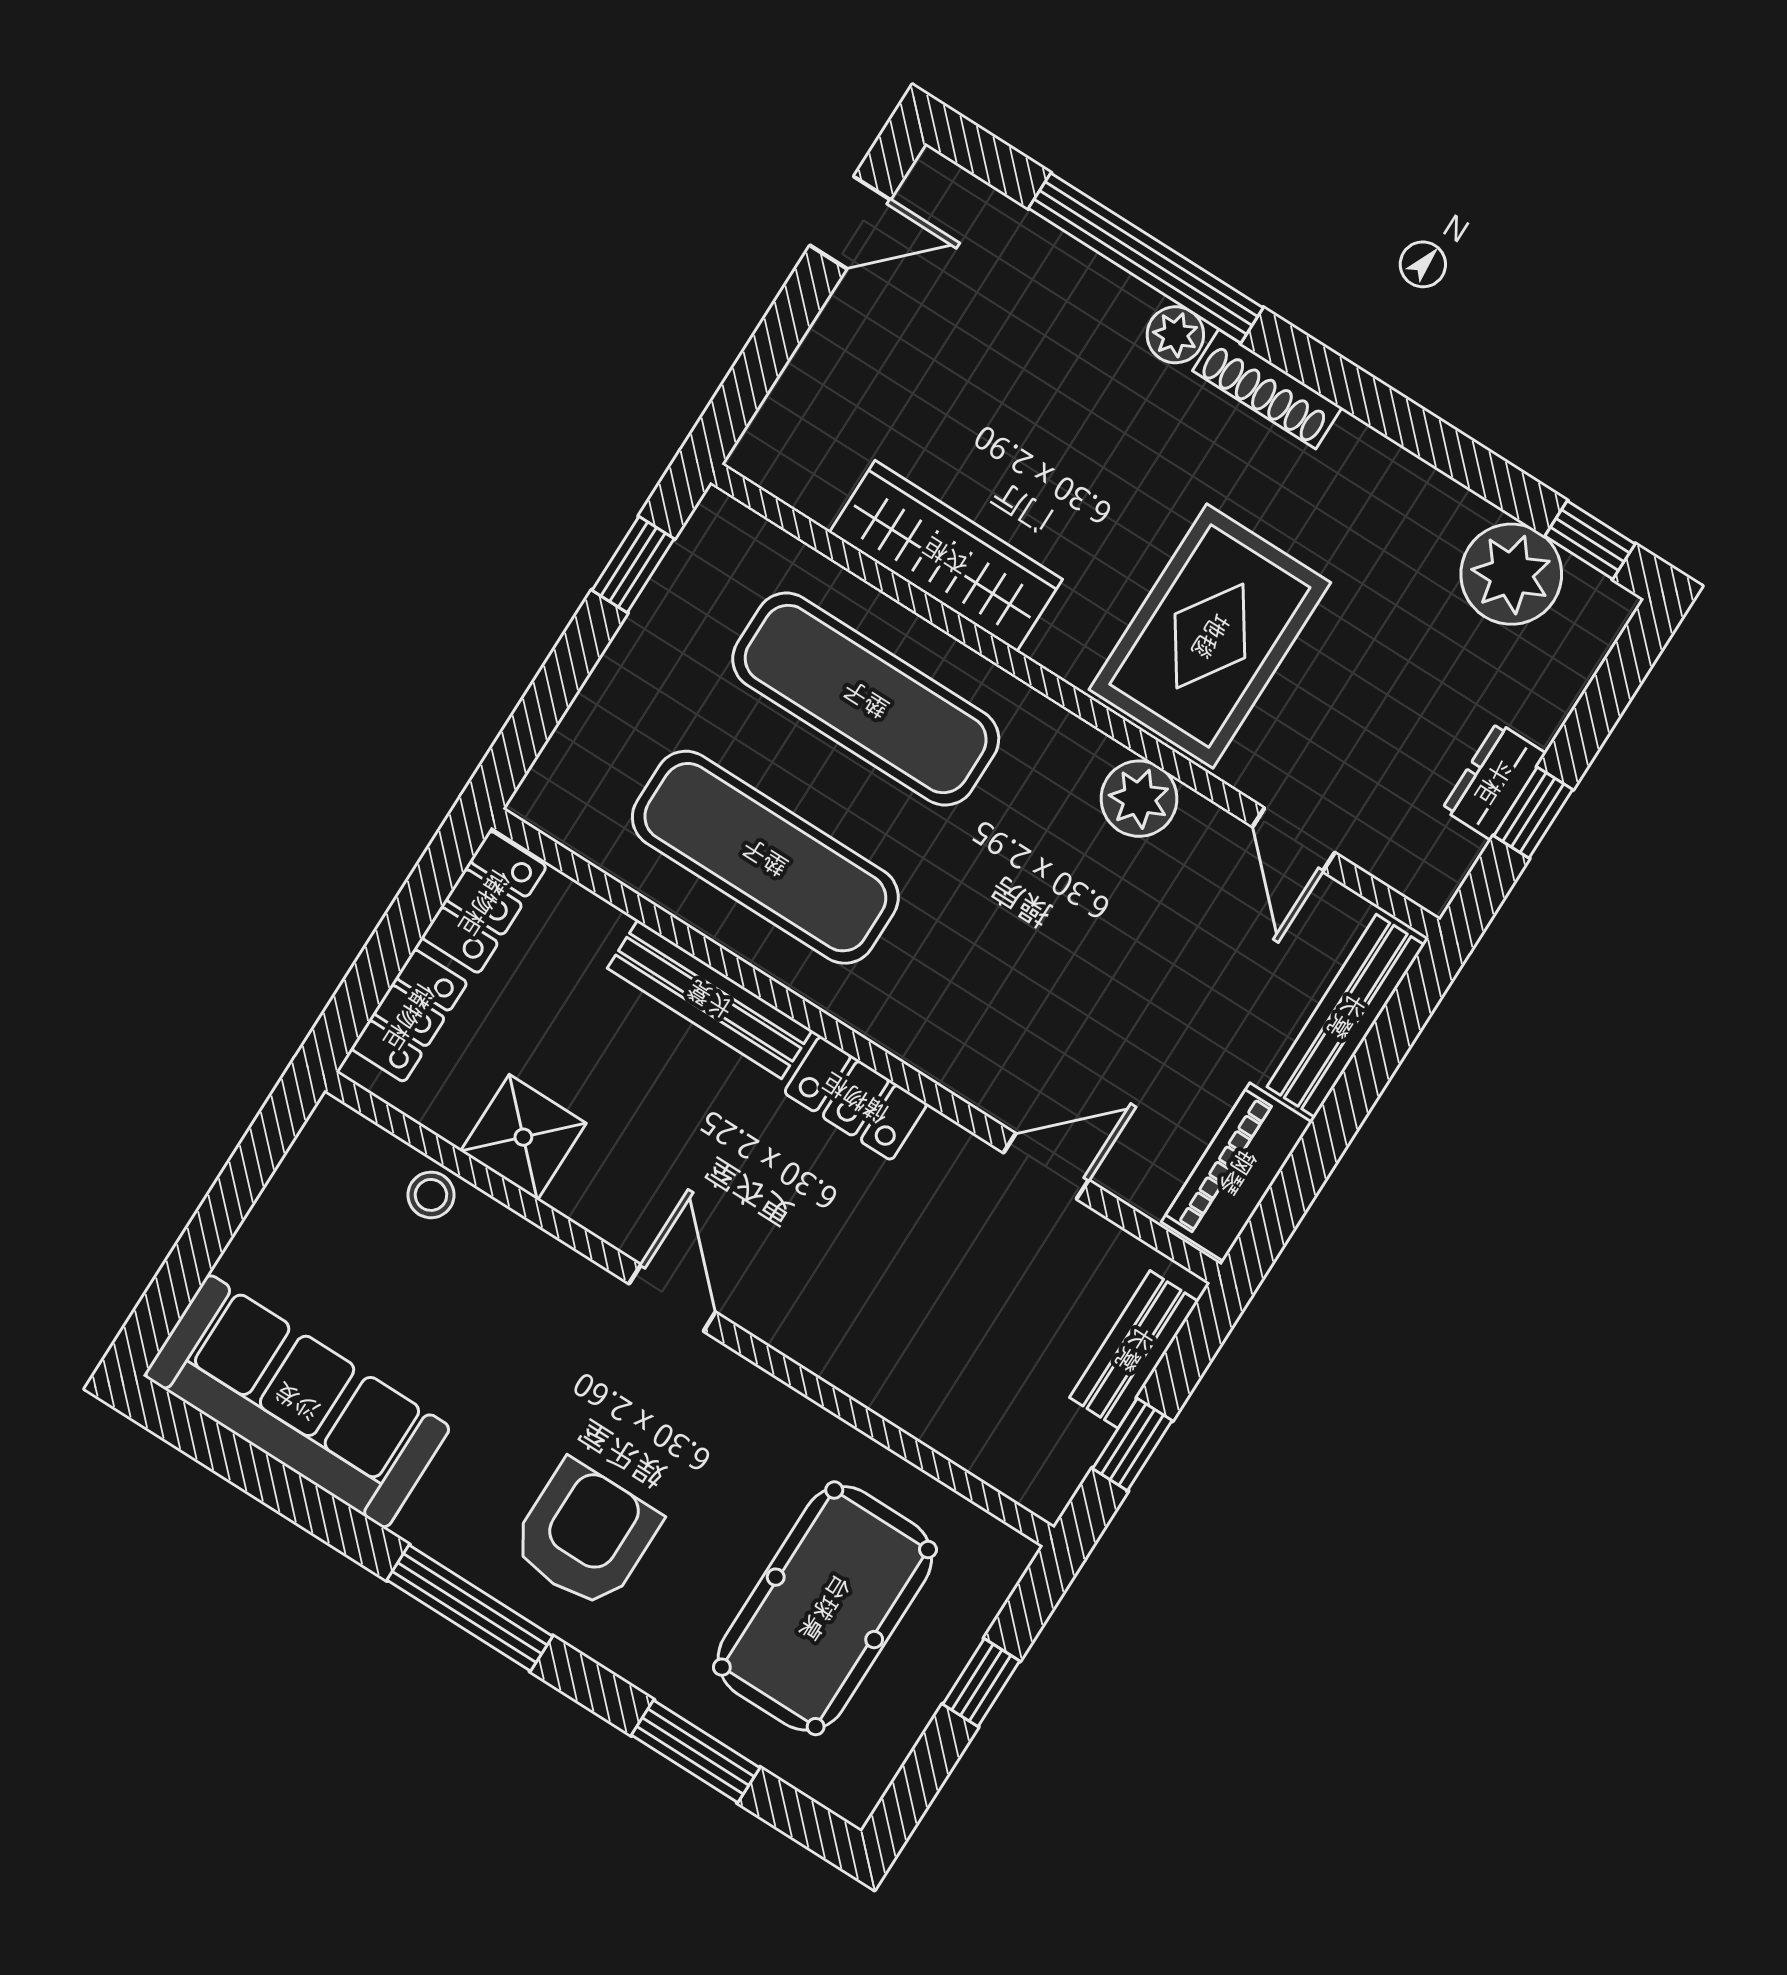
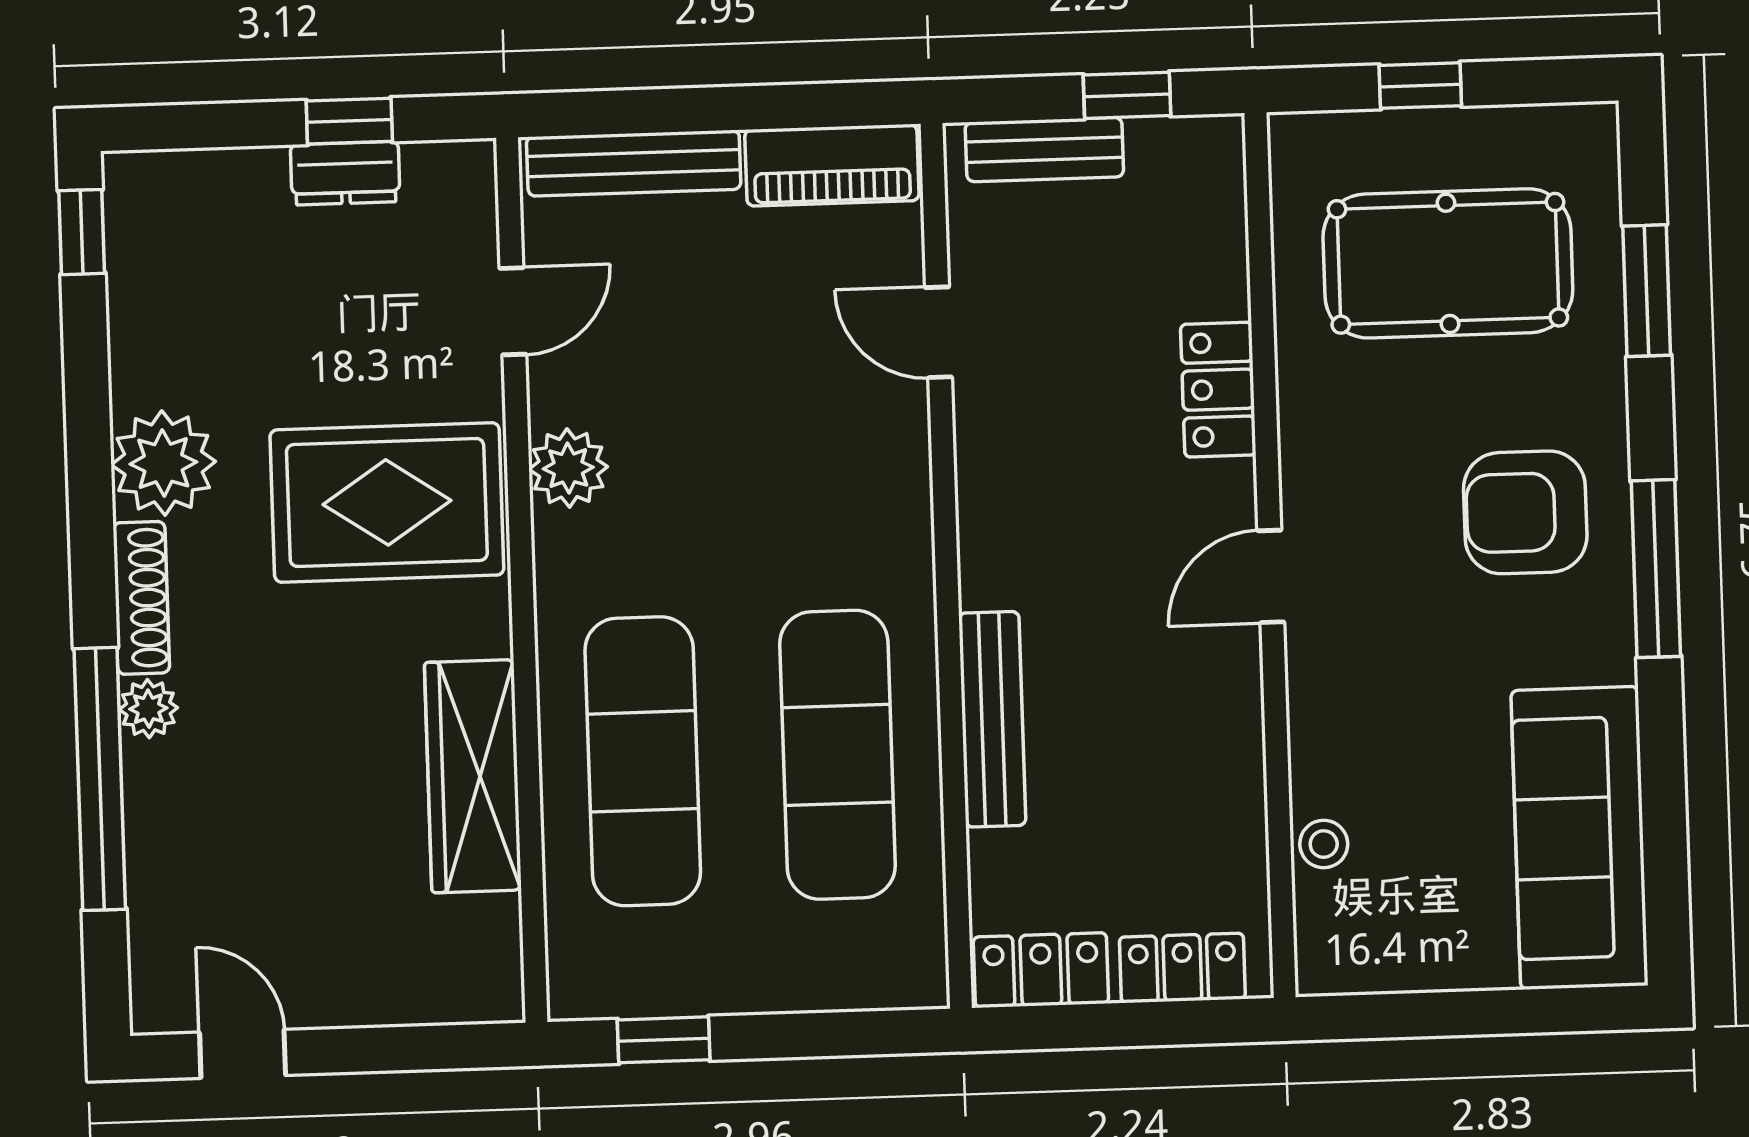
plant: (1511, 574) -> (163, 463), moved
locker: (856, 1098) -> (1218, 390), moved, turned 180
shower: (523, 1137) -> (1220, 799), removed

